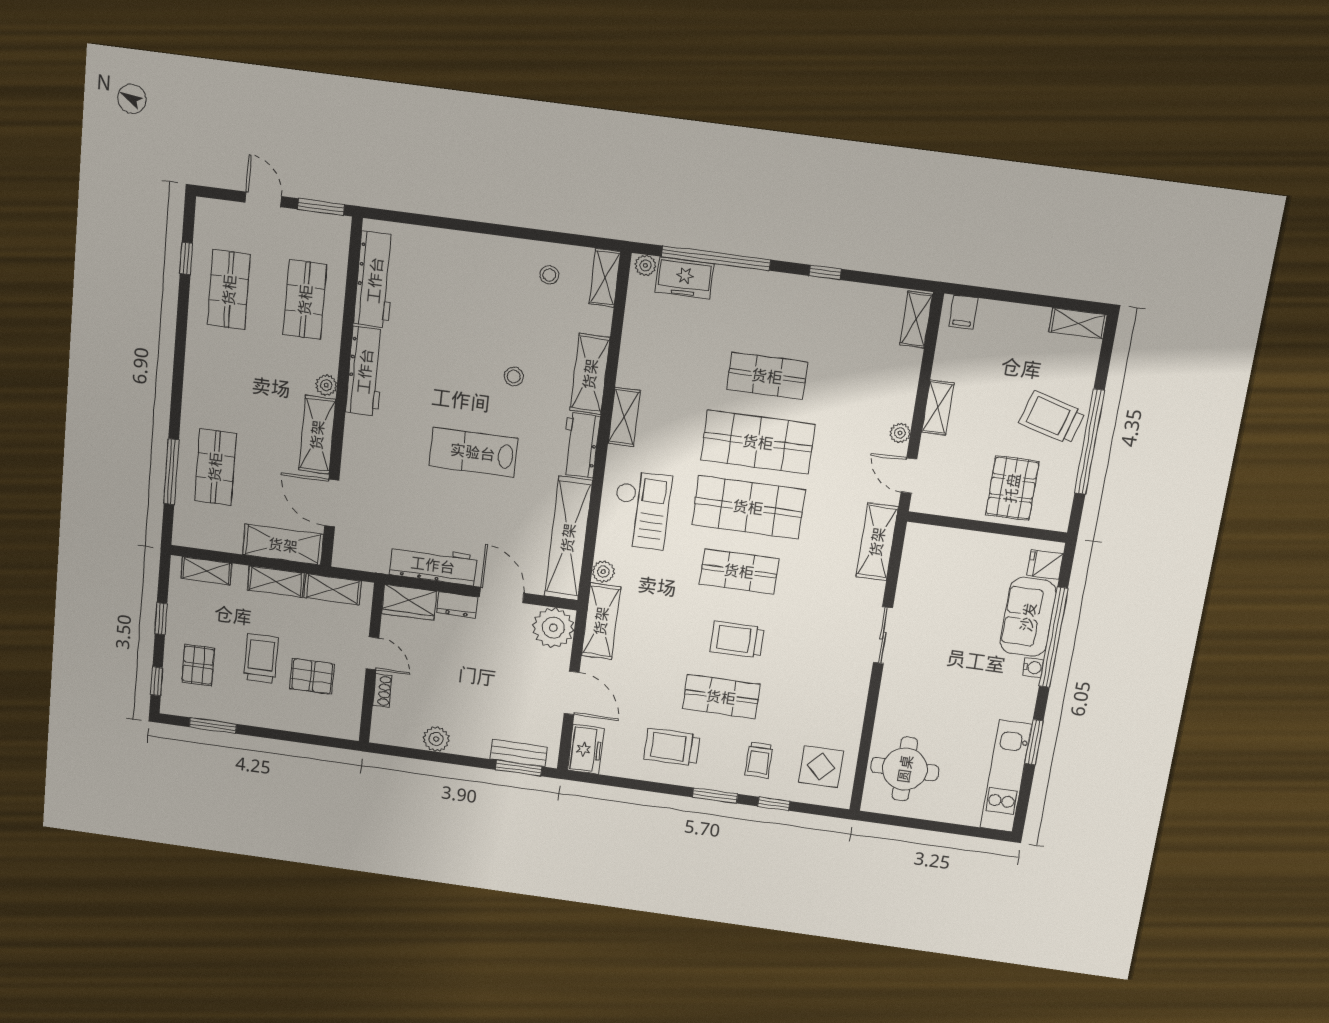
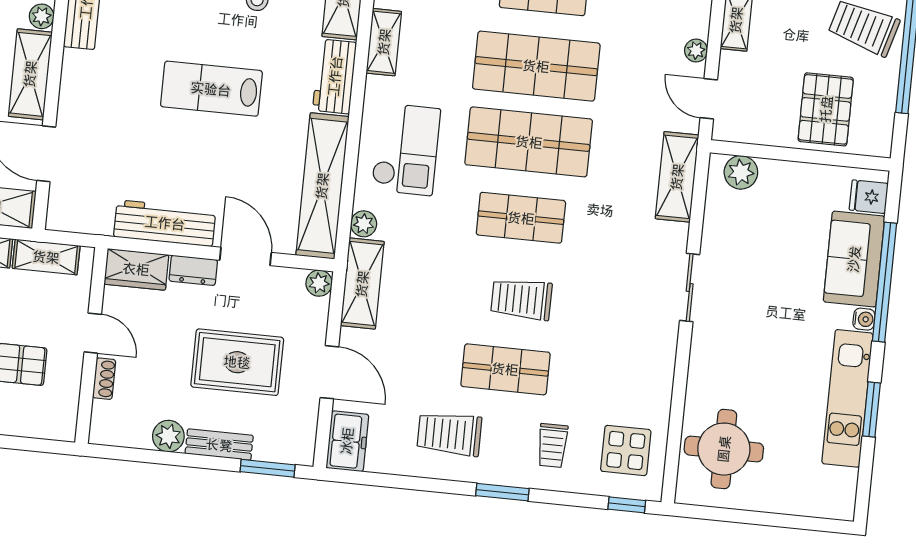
plant: (934, 540) -> (741, 172), added
plant: (553, 628) -> (319, 283), width x0.53, depth x0.53
rug: (494, 682) -> (237, 362), added
bench: (519, 753) -> (219, 445), moved
kitchen unit: (1006, 776) -> (847, 398), moved
window: (774, 804) -> (627, 505), moved

